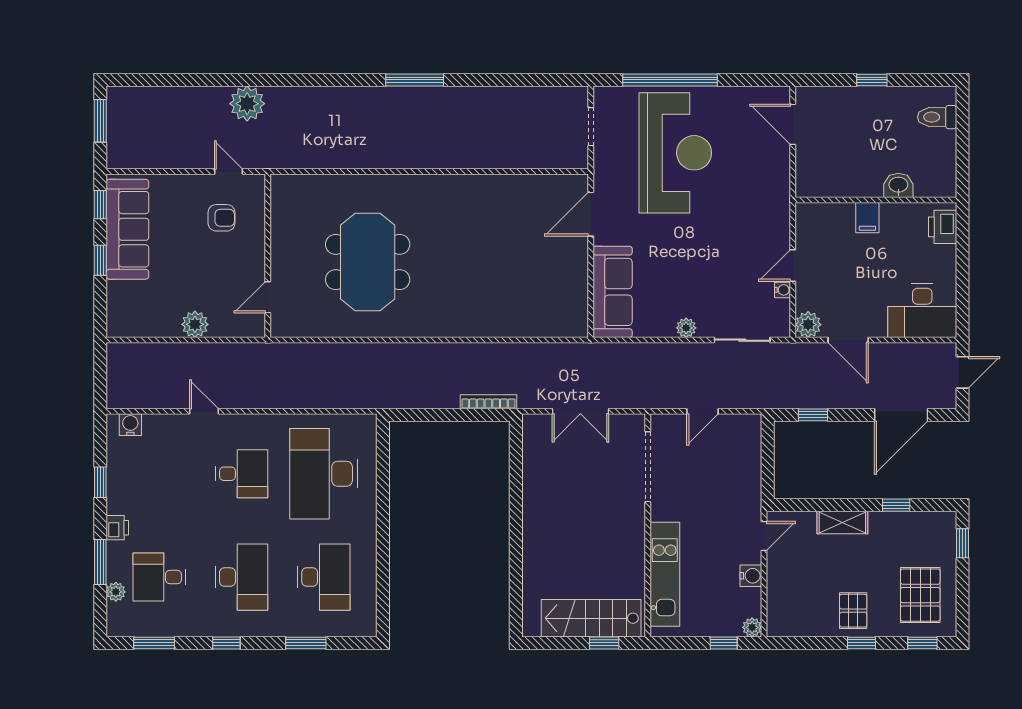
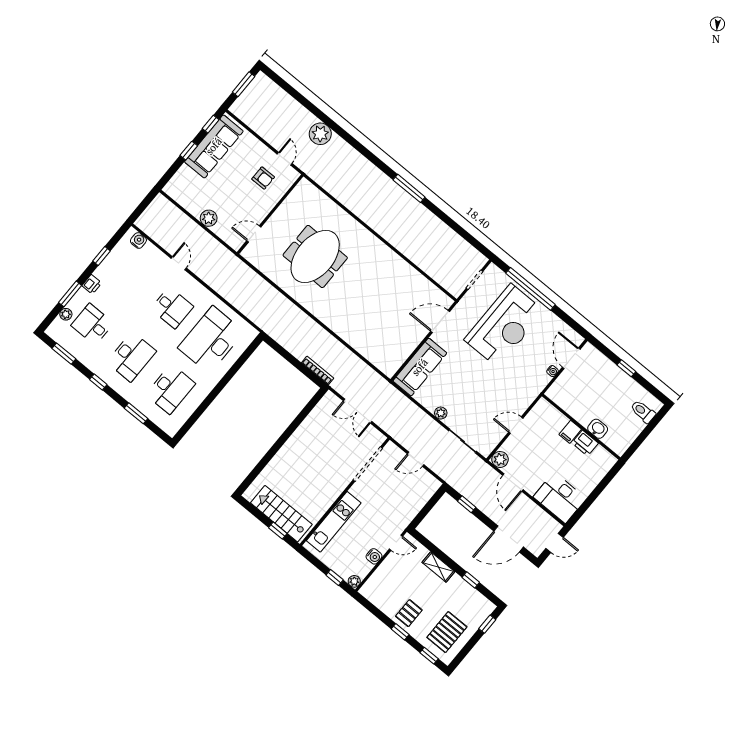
printer: (943, 227) -> (585, 443), moved, turned -90
water cooler: (782, 290) -> (553, 371), moved

